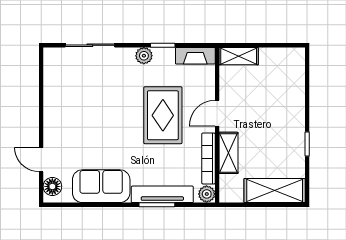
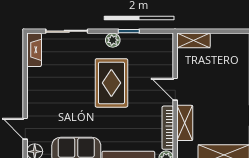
fireplace: (195, 56) -> (34, 50), moved, turned -90
door: (217, 113) -> (175, 89), hinge flipped
rug: (163, 115) -> (111, 83), moved

